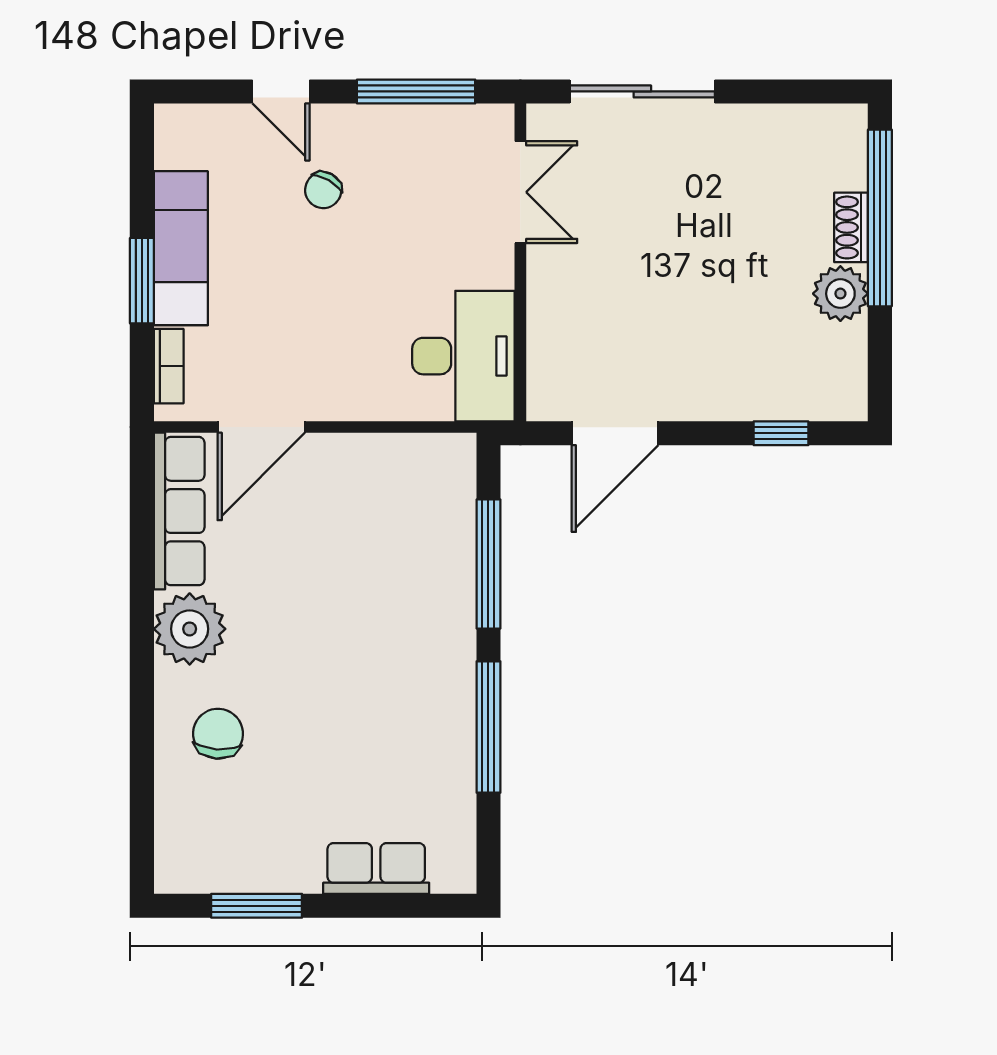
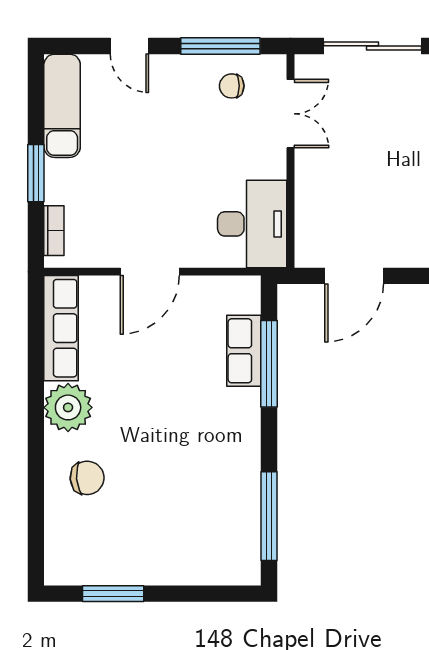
chair: (323, 190) -> (232, 86), moved, turned 60
exam couch: (181, 248) -> (62, 106), moved
door: (261, 427) -> (150, 272), moved
window: (488, 727) -> (269, 516), moved
chair: (218, 734) -> (87, 478), turned 81
row of seats: (376, 869) -> (244, 351), moved, turned -90

